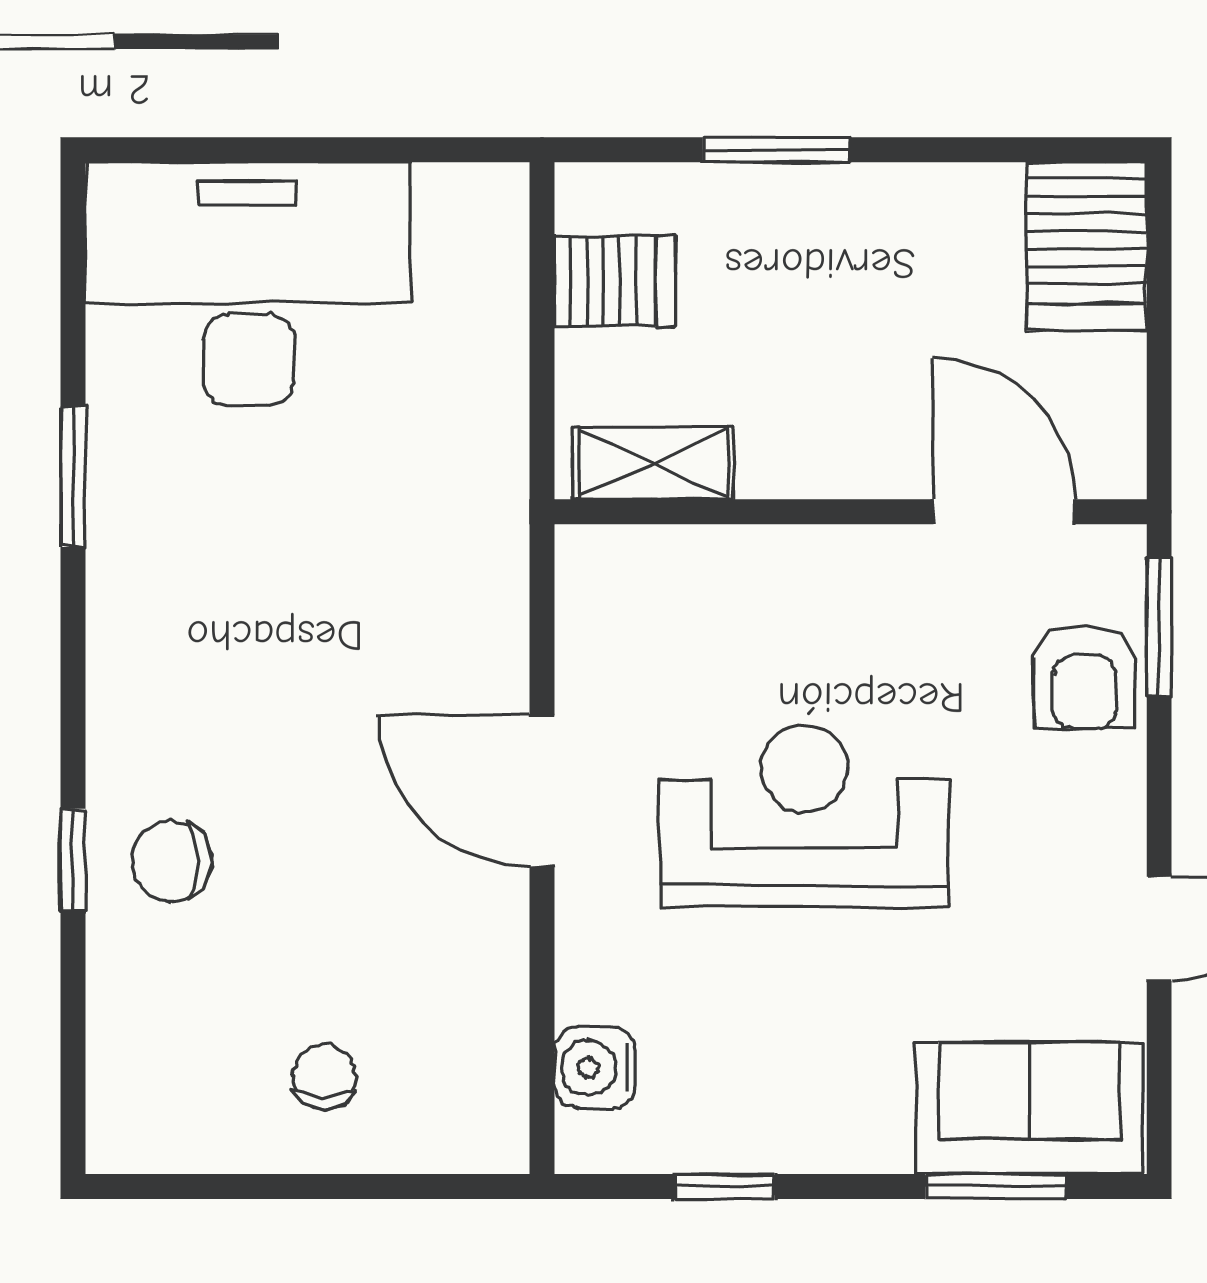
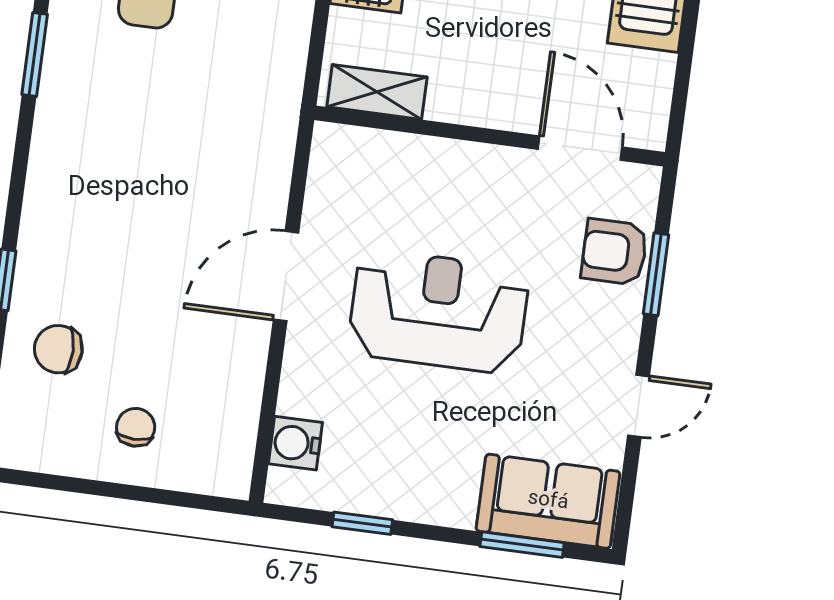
window: (1159, 627) -> (656, 274), moved
armchair: (1085, 677) -> (614, 252), turned 90
door: (542, 791) -> (286, 276), hinge flipped
chair: (172, 861) -> (58, 349), moved

